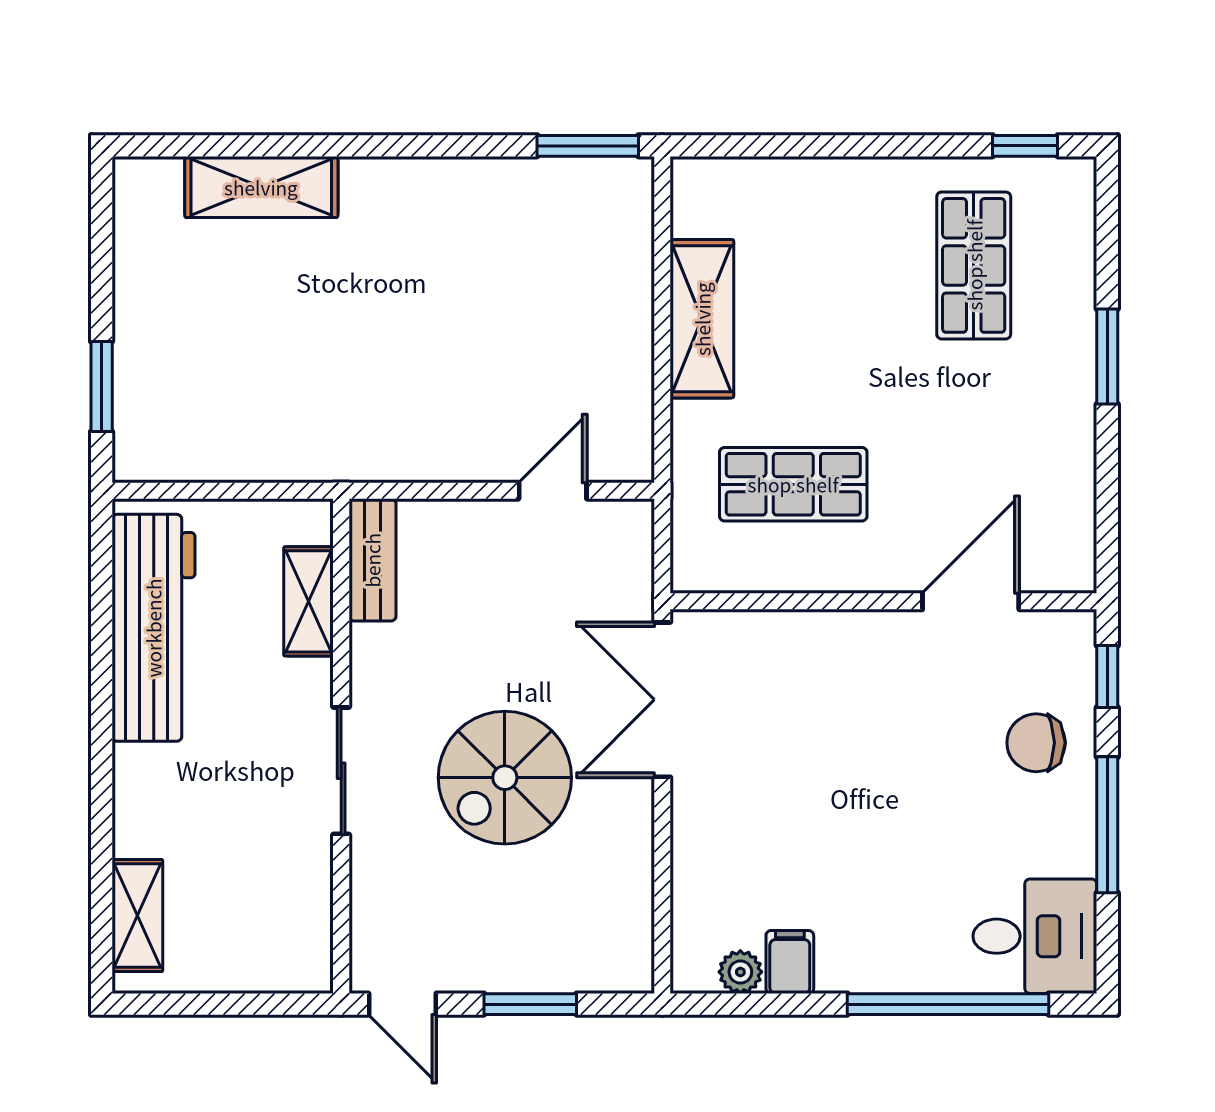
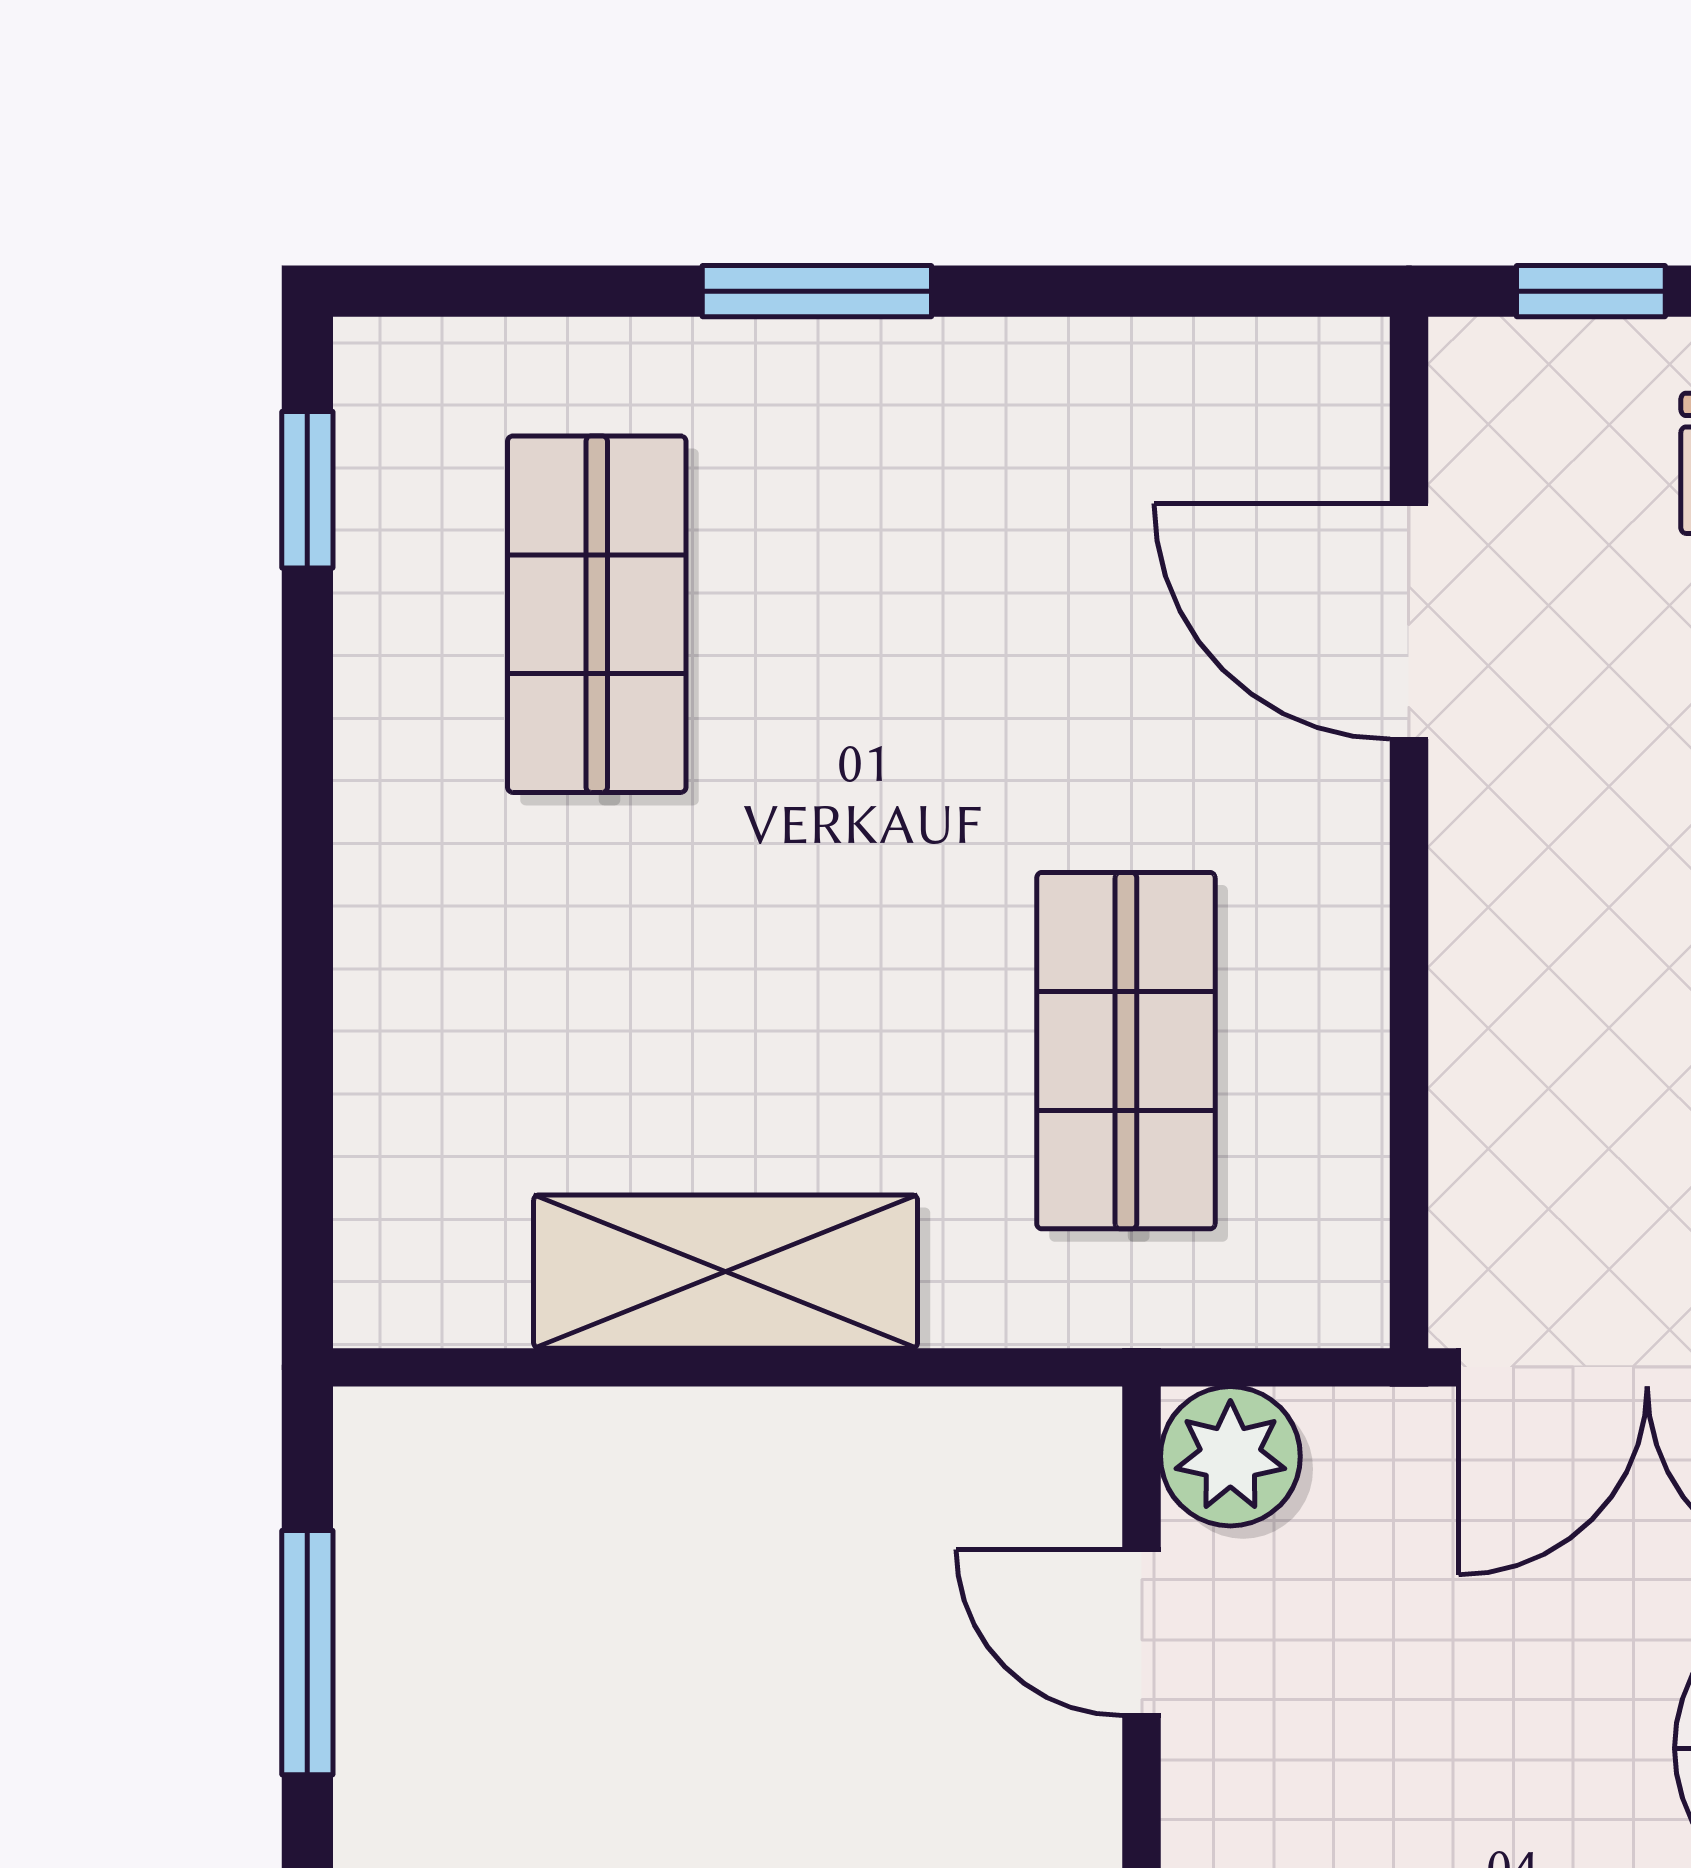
window: (588, 146) -> (307, 1653), moved
shop shelf: (974, 265) -> (597, 614), turned 90
plant: (626, 527) -> (1230, 1456), added

